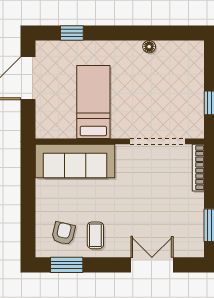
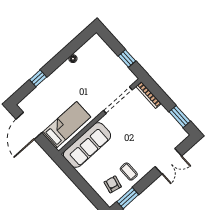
window: (72, 33) -> (38, 78), moved
bed: (93, 102) -> (66, 125), moved, turned 90
double door: (152, 265) -> (168, 161), swing flipped

